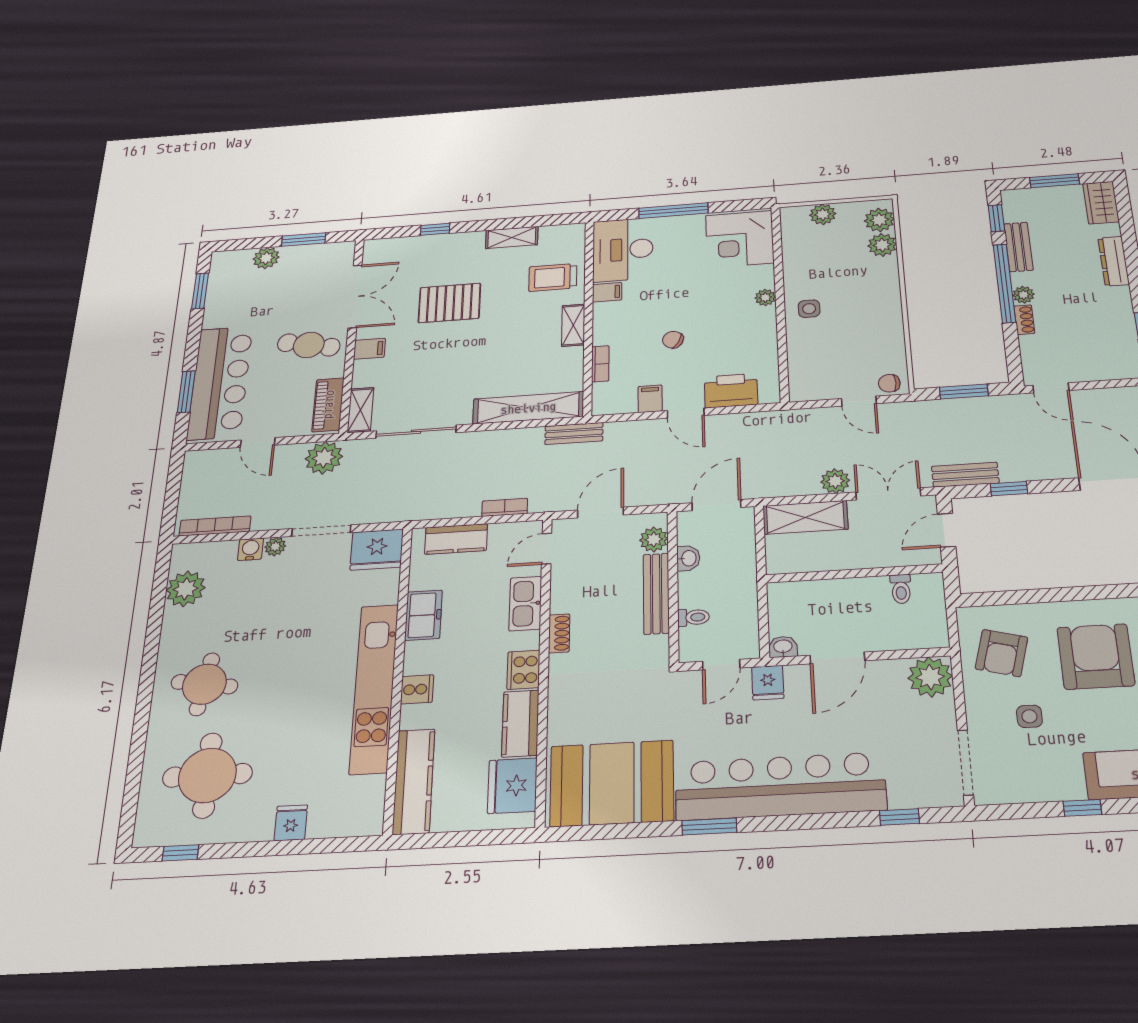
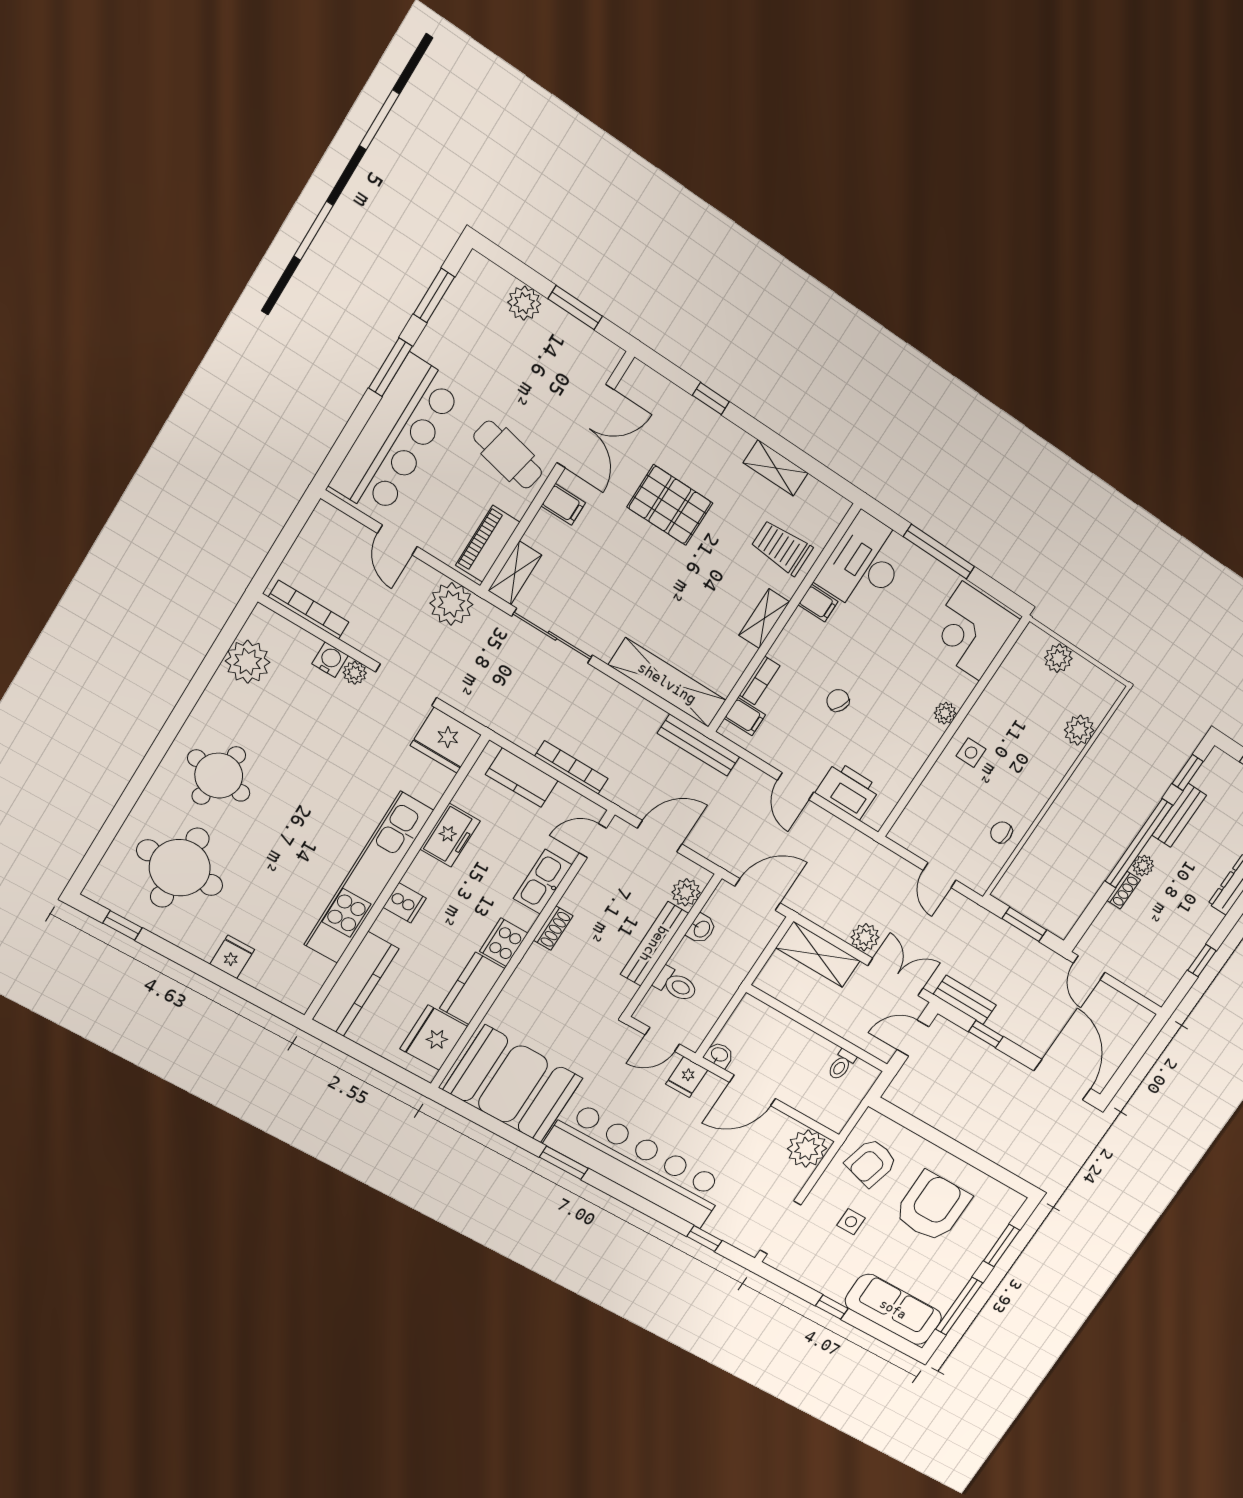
plant: (879, 220) -> (1098, 701), removed
chair: (889, 383) -> (1001, 832), moved
window: (186, 392) -> (390, 367), moved
filing cabinet: (650, 399) -> (745, 717), moved, turned 90
bench: (574, 433) -> (698, 745), width x1.36
bookcase: (505, 507) -> (571, 767), width x1.56
toilet: (693, 617) -> (676, 985), width x1.37, depth x1.39

